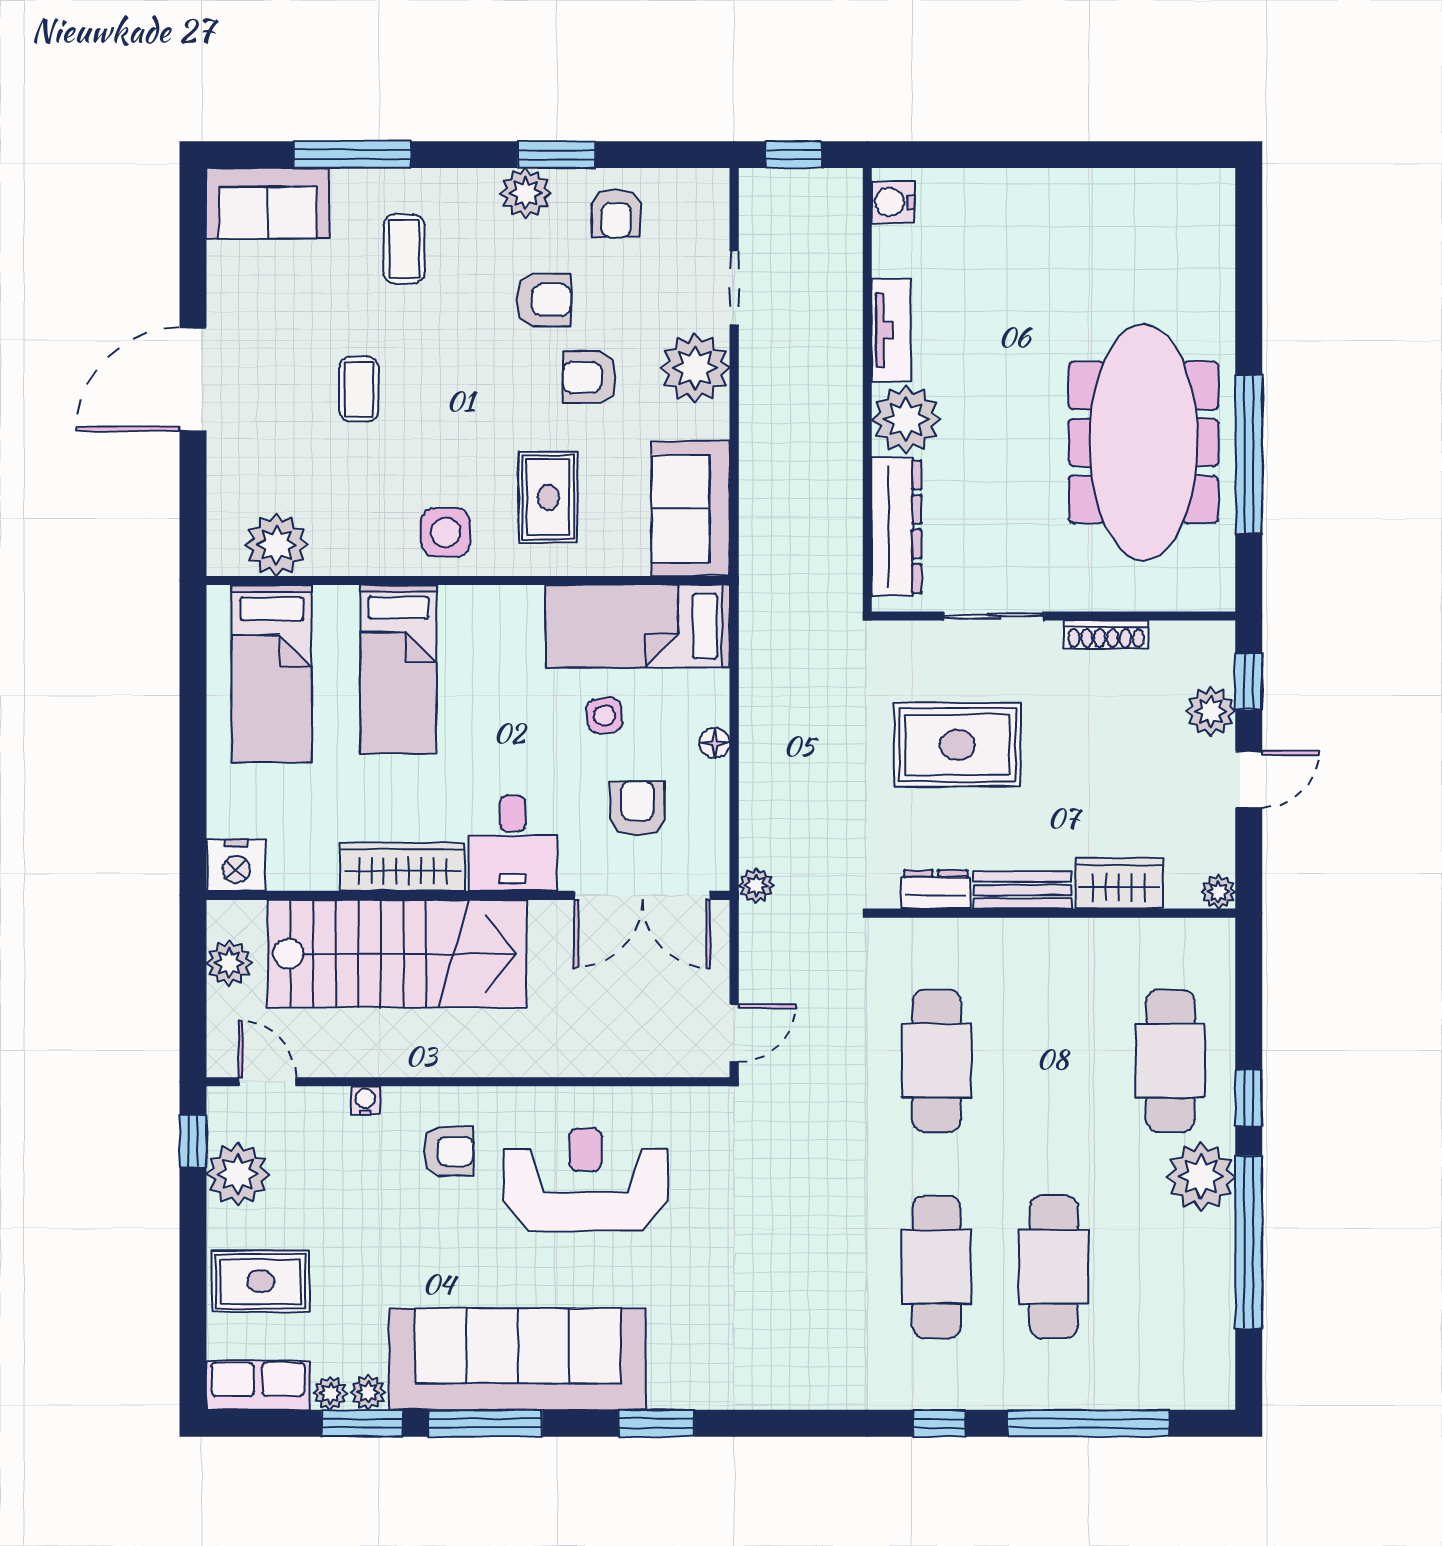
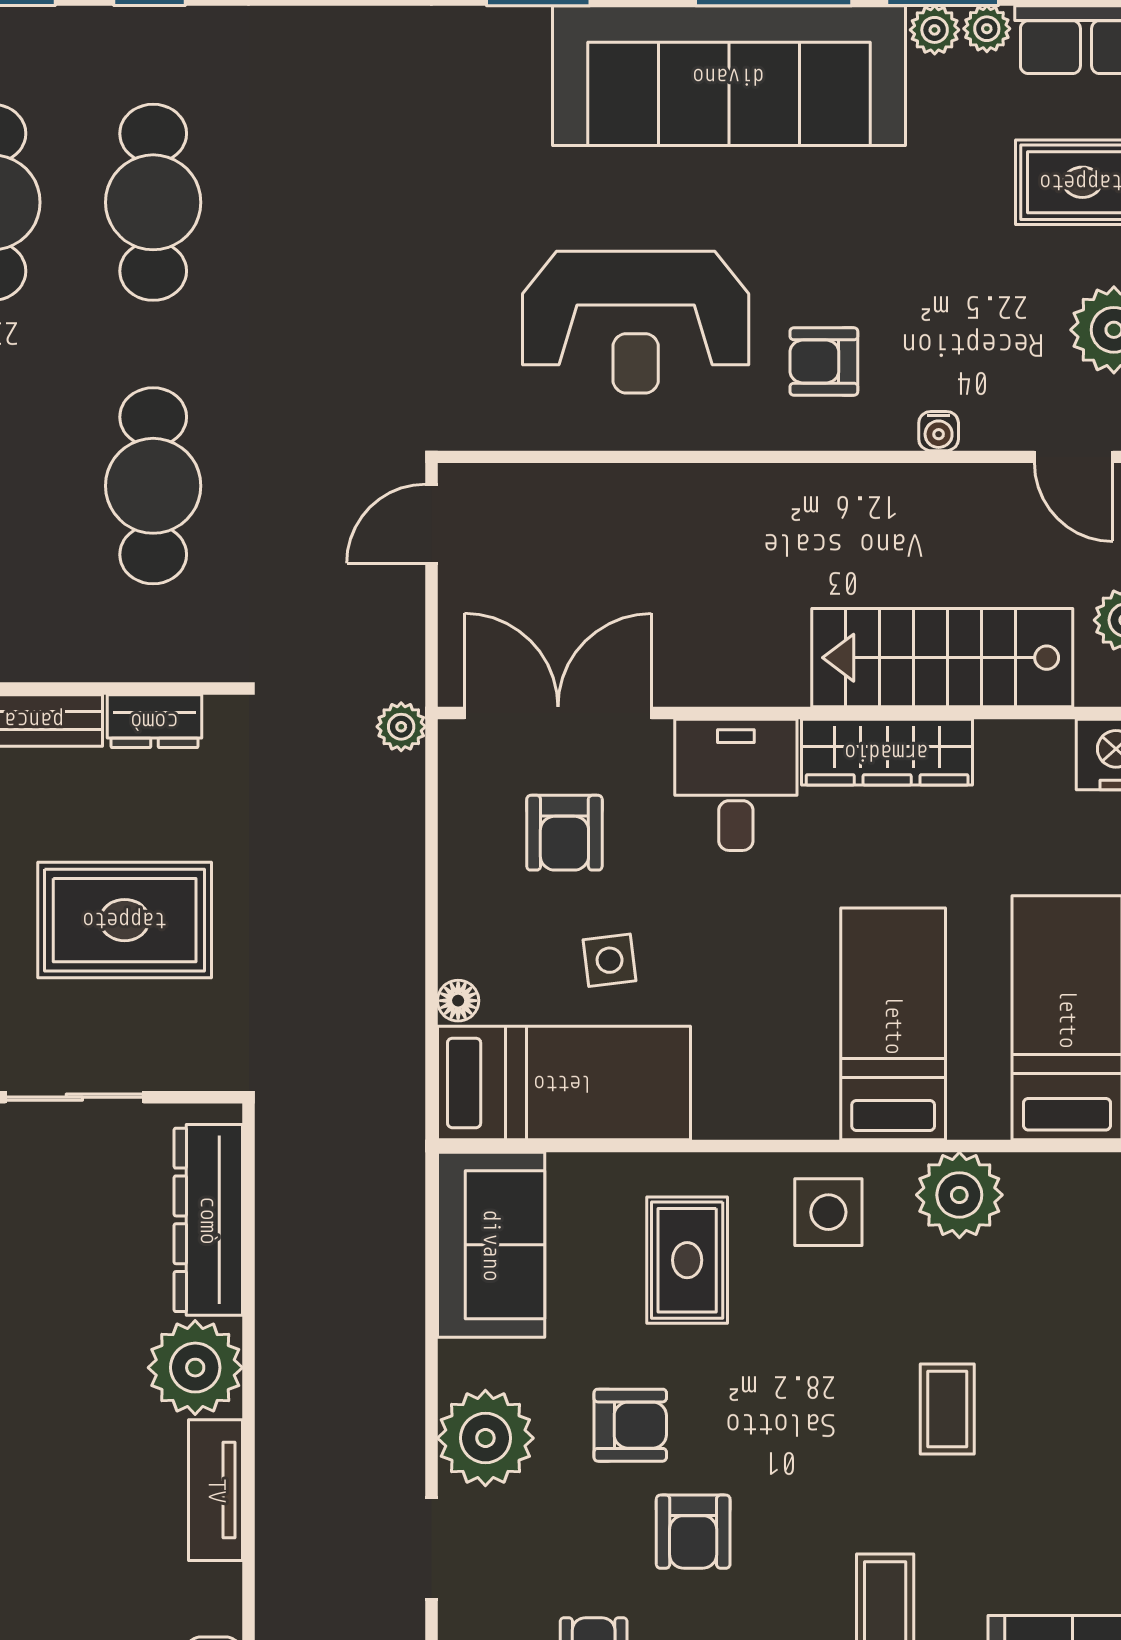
armchair: (544, 300) -> (693, 1532), turned -90
plant: (276, 545) -> (959, 1195), moved
floor lamp: (715, 743) -> (458, 1001), moved
stairs: (397, 954) -> (942, 658), width x0.73, depth x0.66

